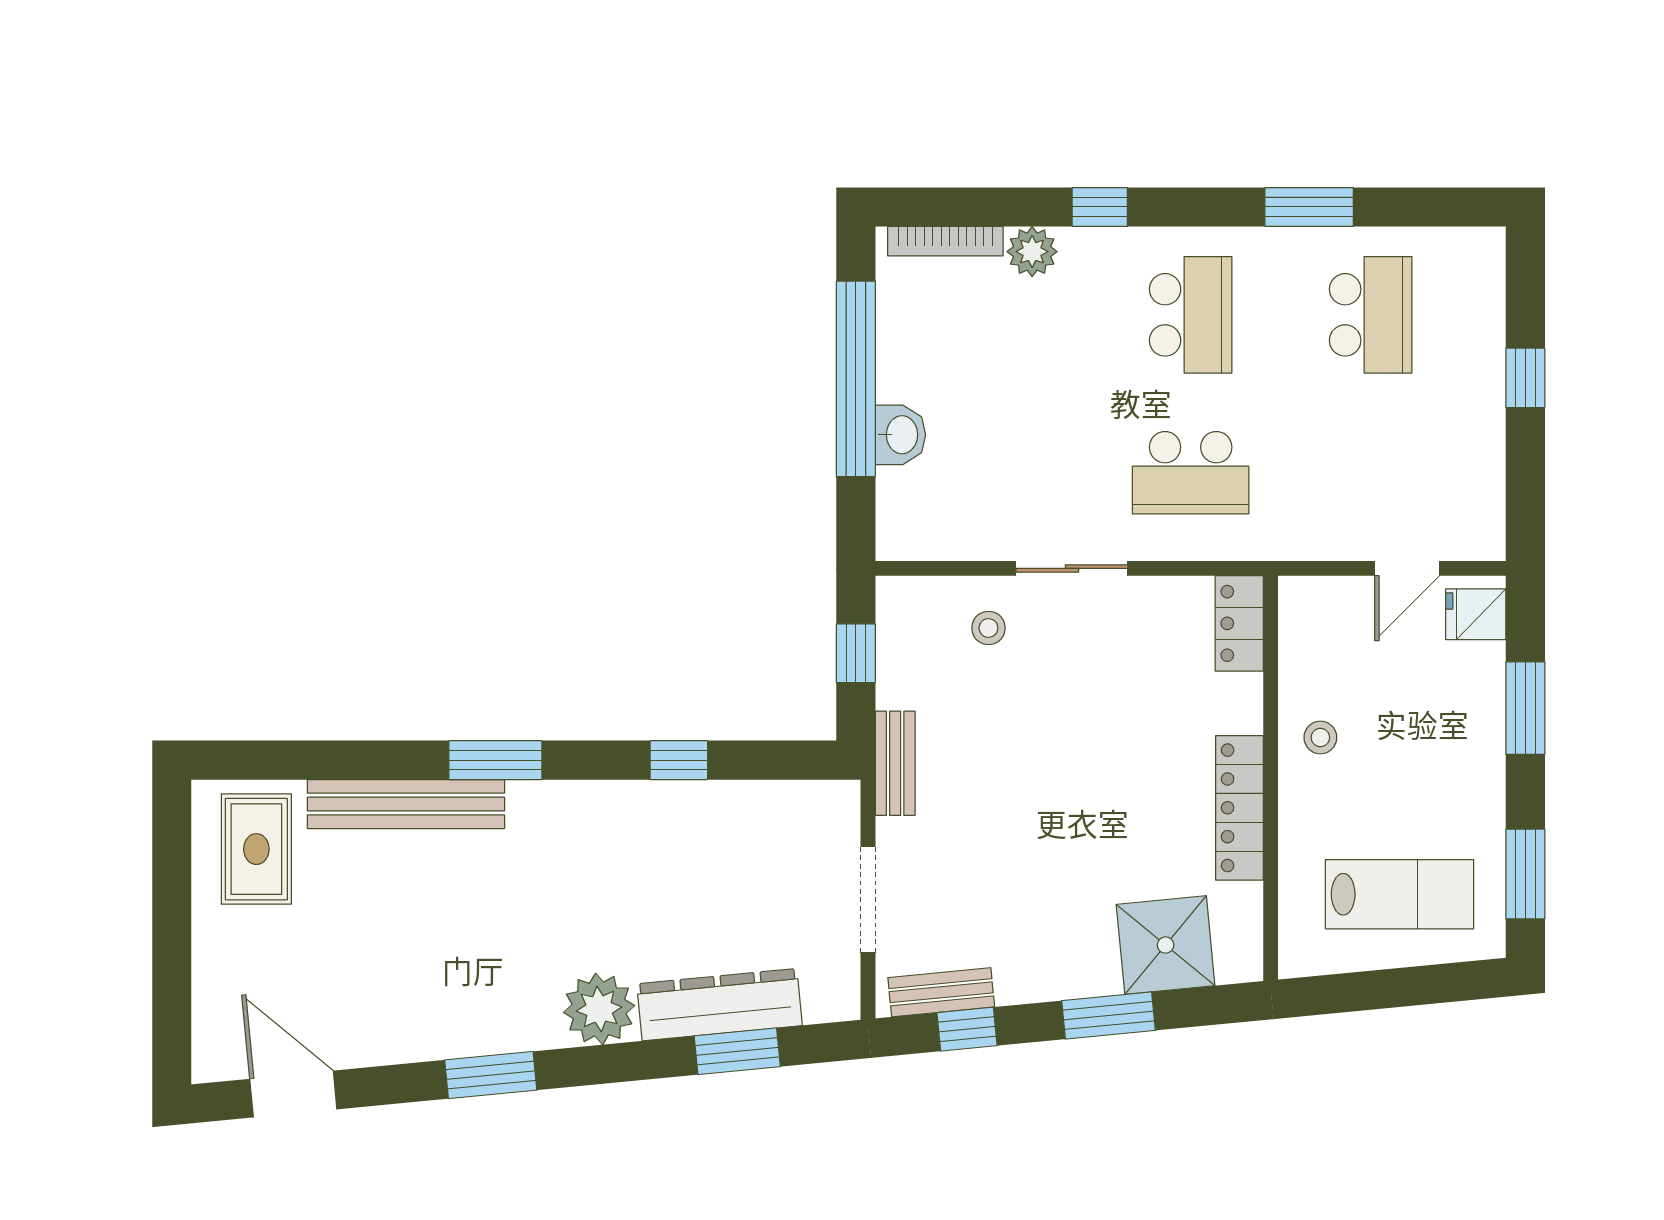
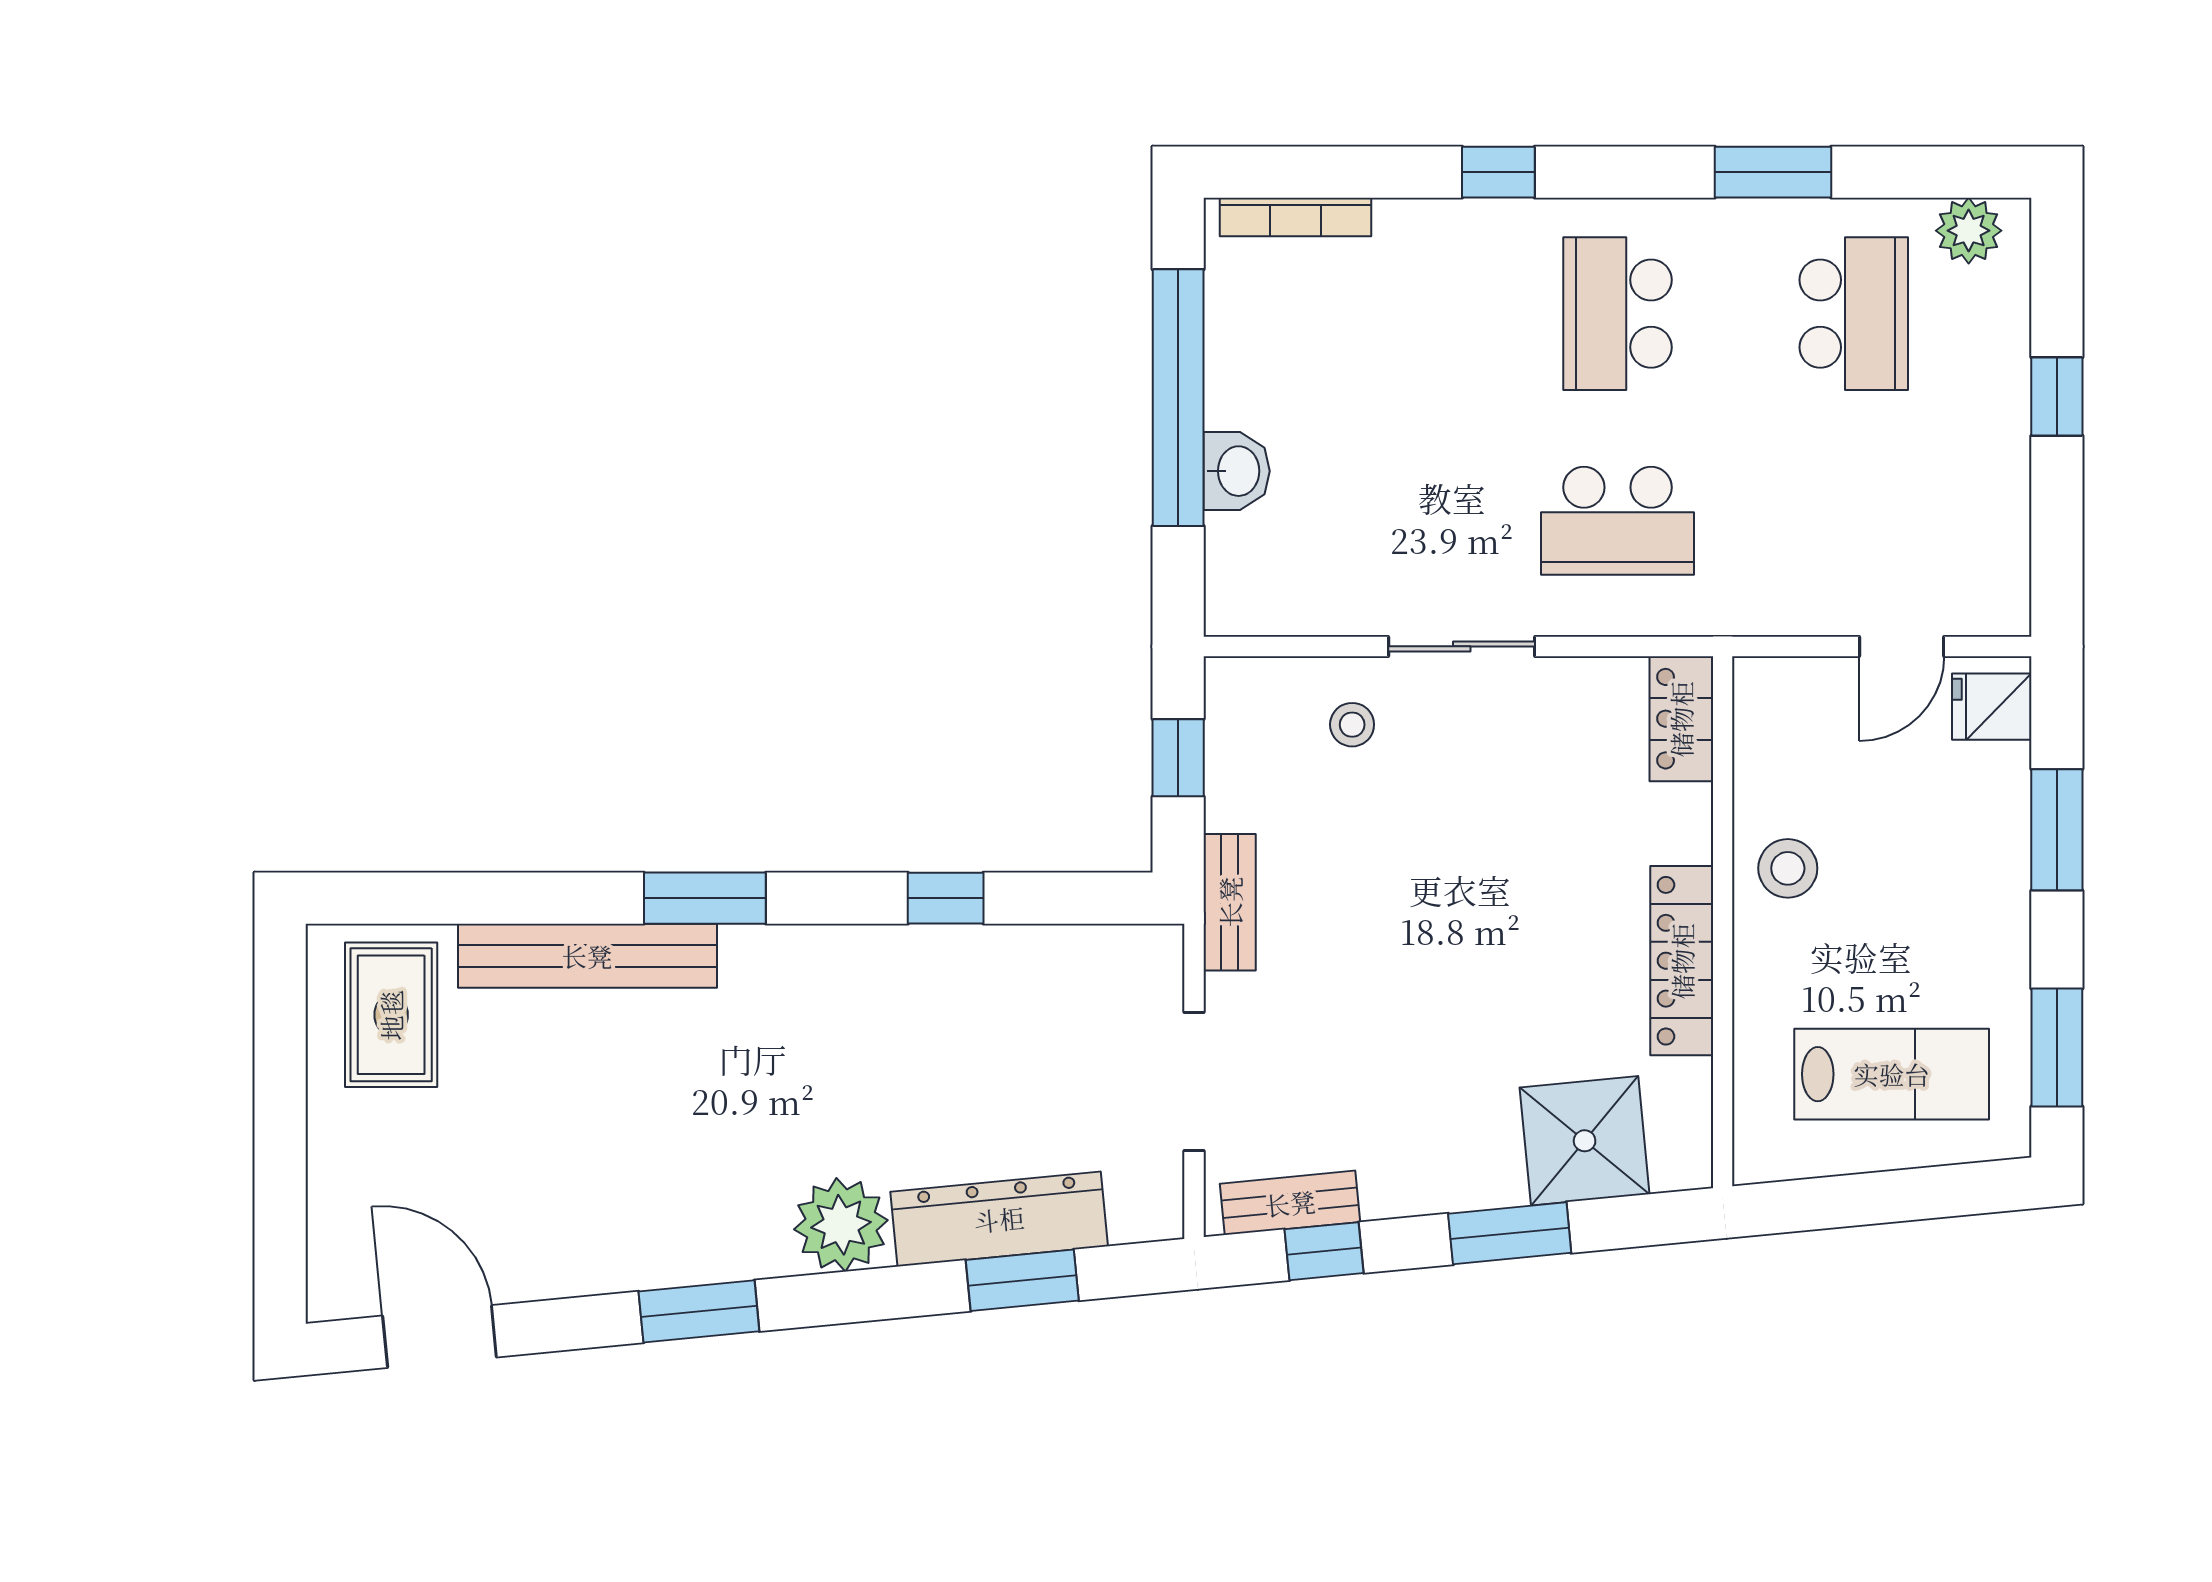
plant: (1032, 252) -> (1969, 231), moved
school desk: (1191, 315) -> (1617, 314), turned 180
stool: (1320, 737) -> (1788, 868), width x1.37, depth x1.37

